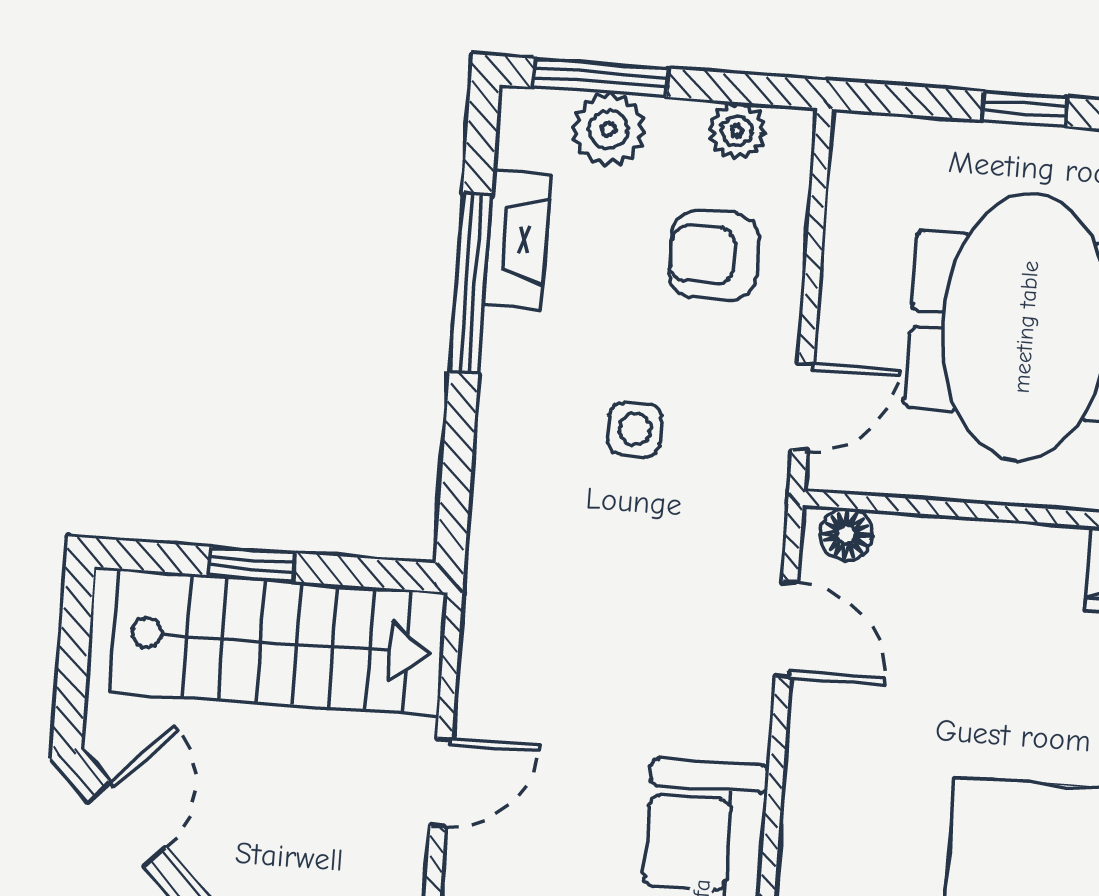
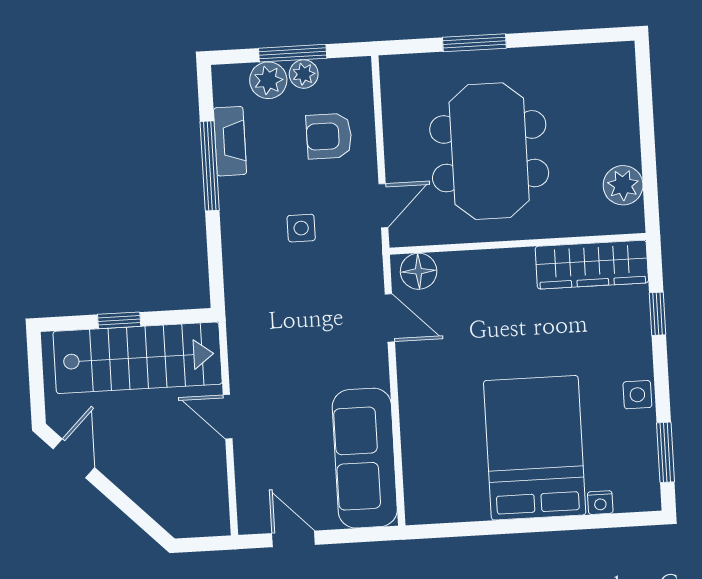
window: (601, 78) -> (293, 53), moved
window: (1025, 109) -> (474, 43), width x1.50
plant: (737, 131) -> (304, 74), moved
floor lamp: (846, 535) -> (419, 271), width x1.37, depth x1.37
door: (441, 782) -> (228, 417), swing flipped

